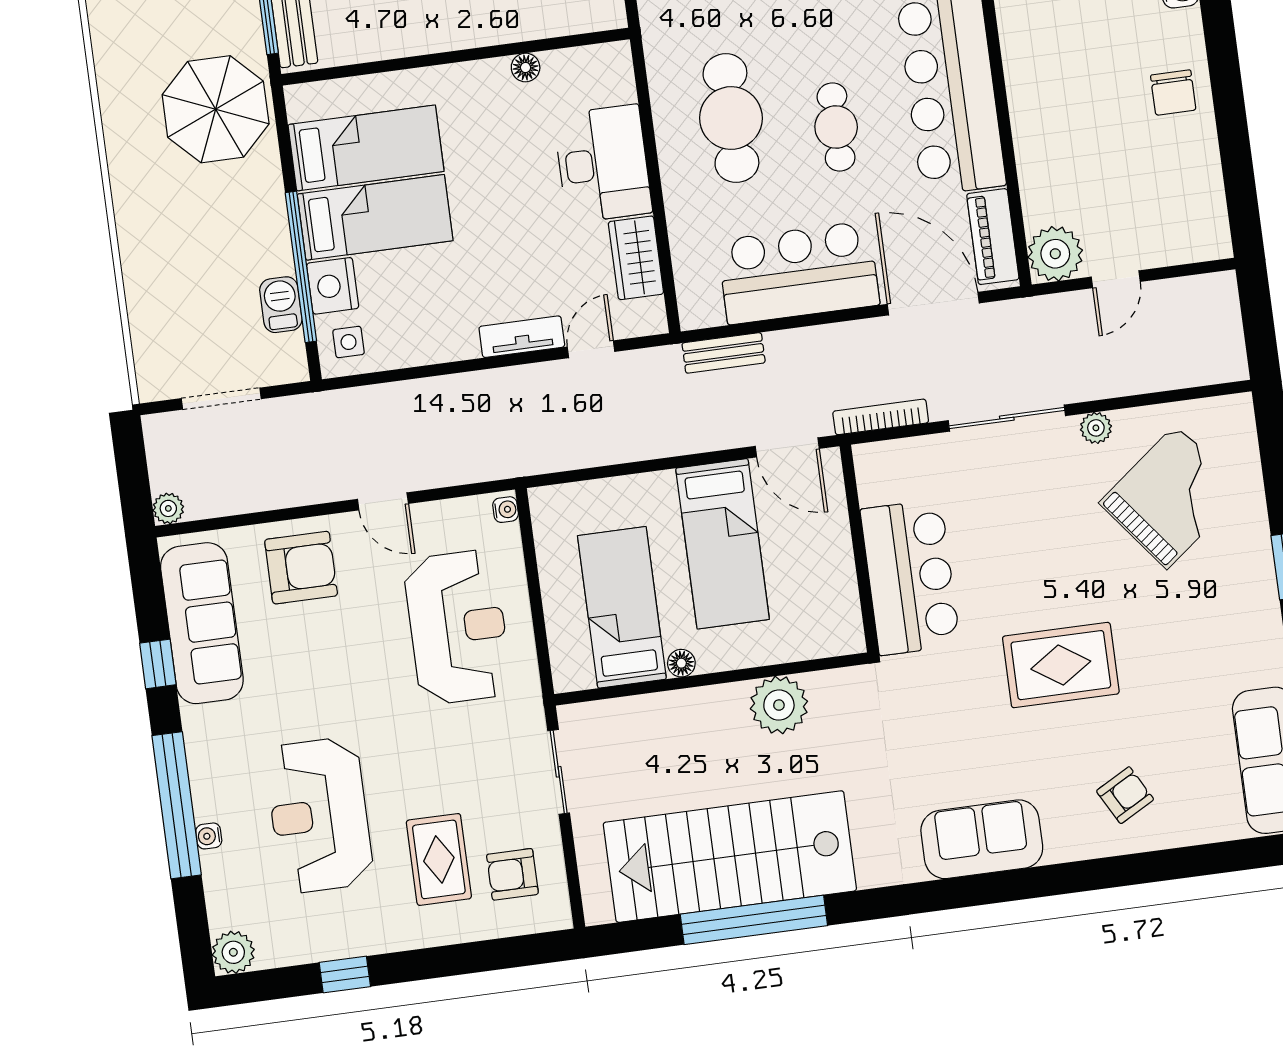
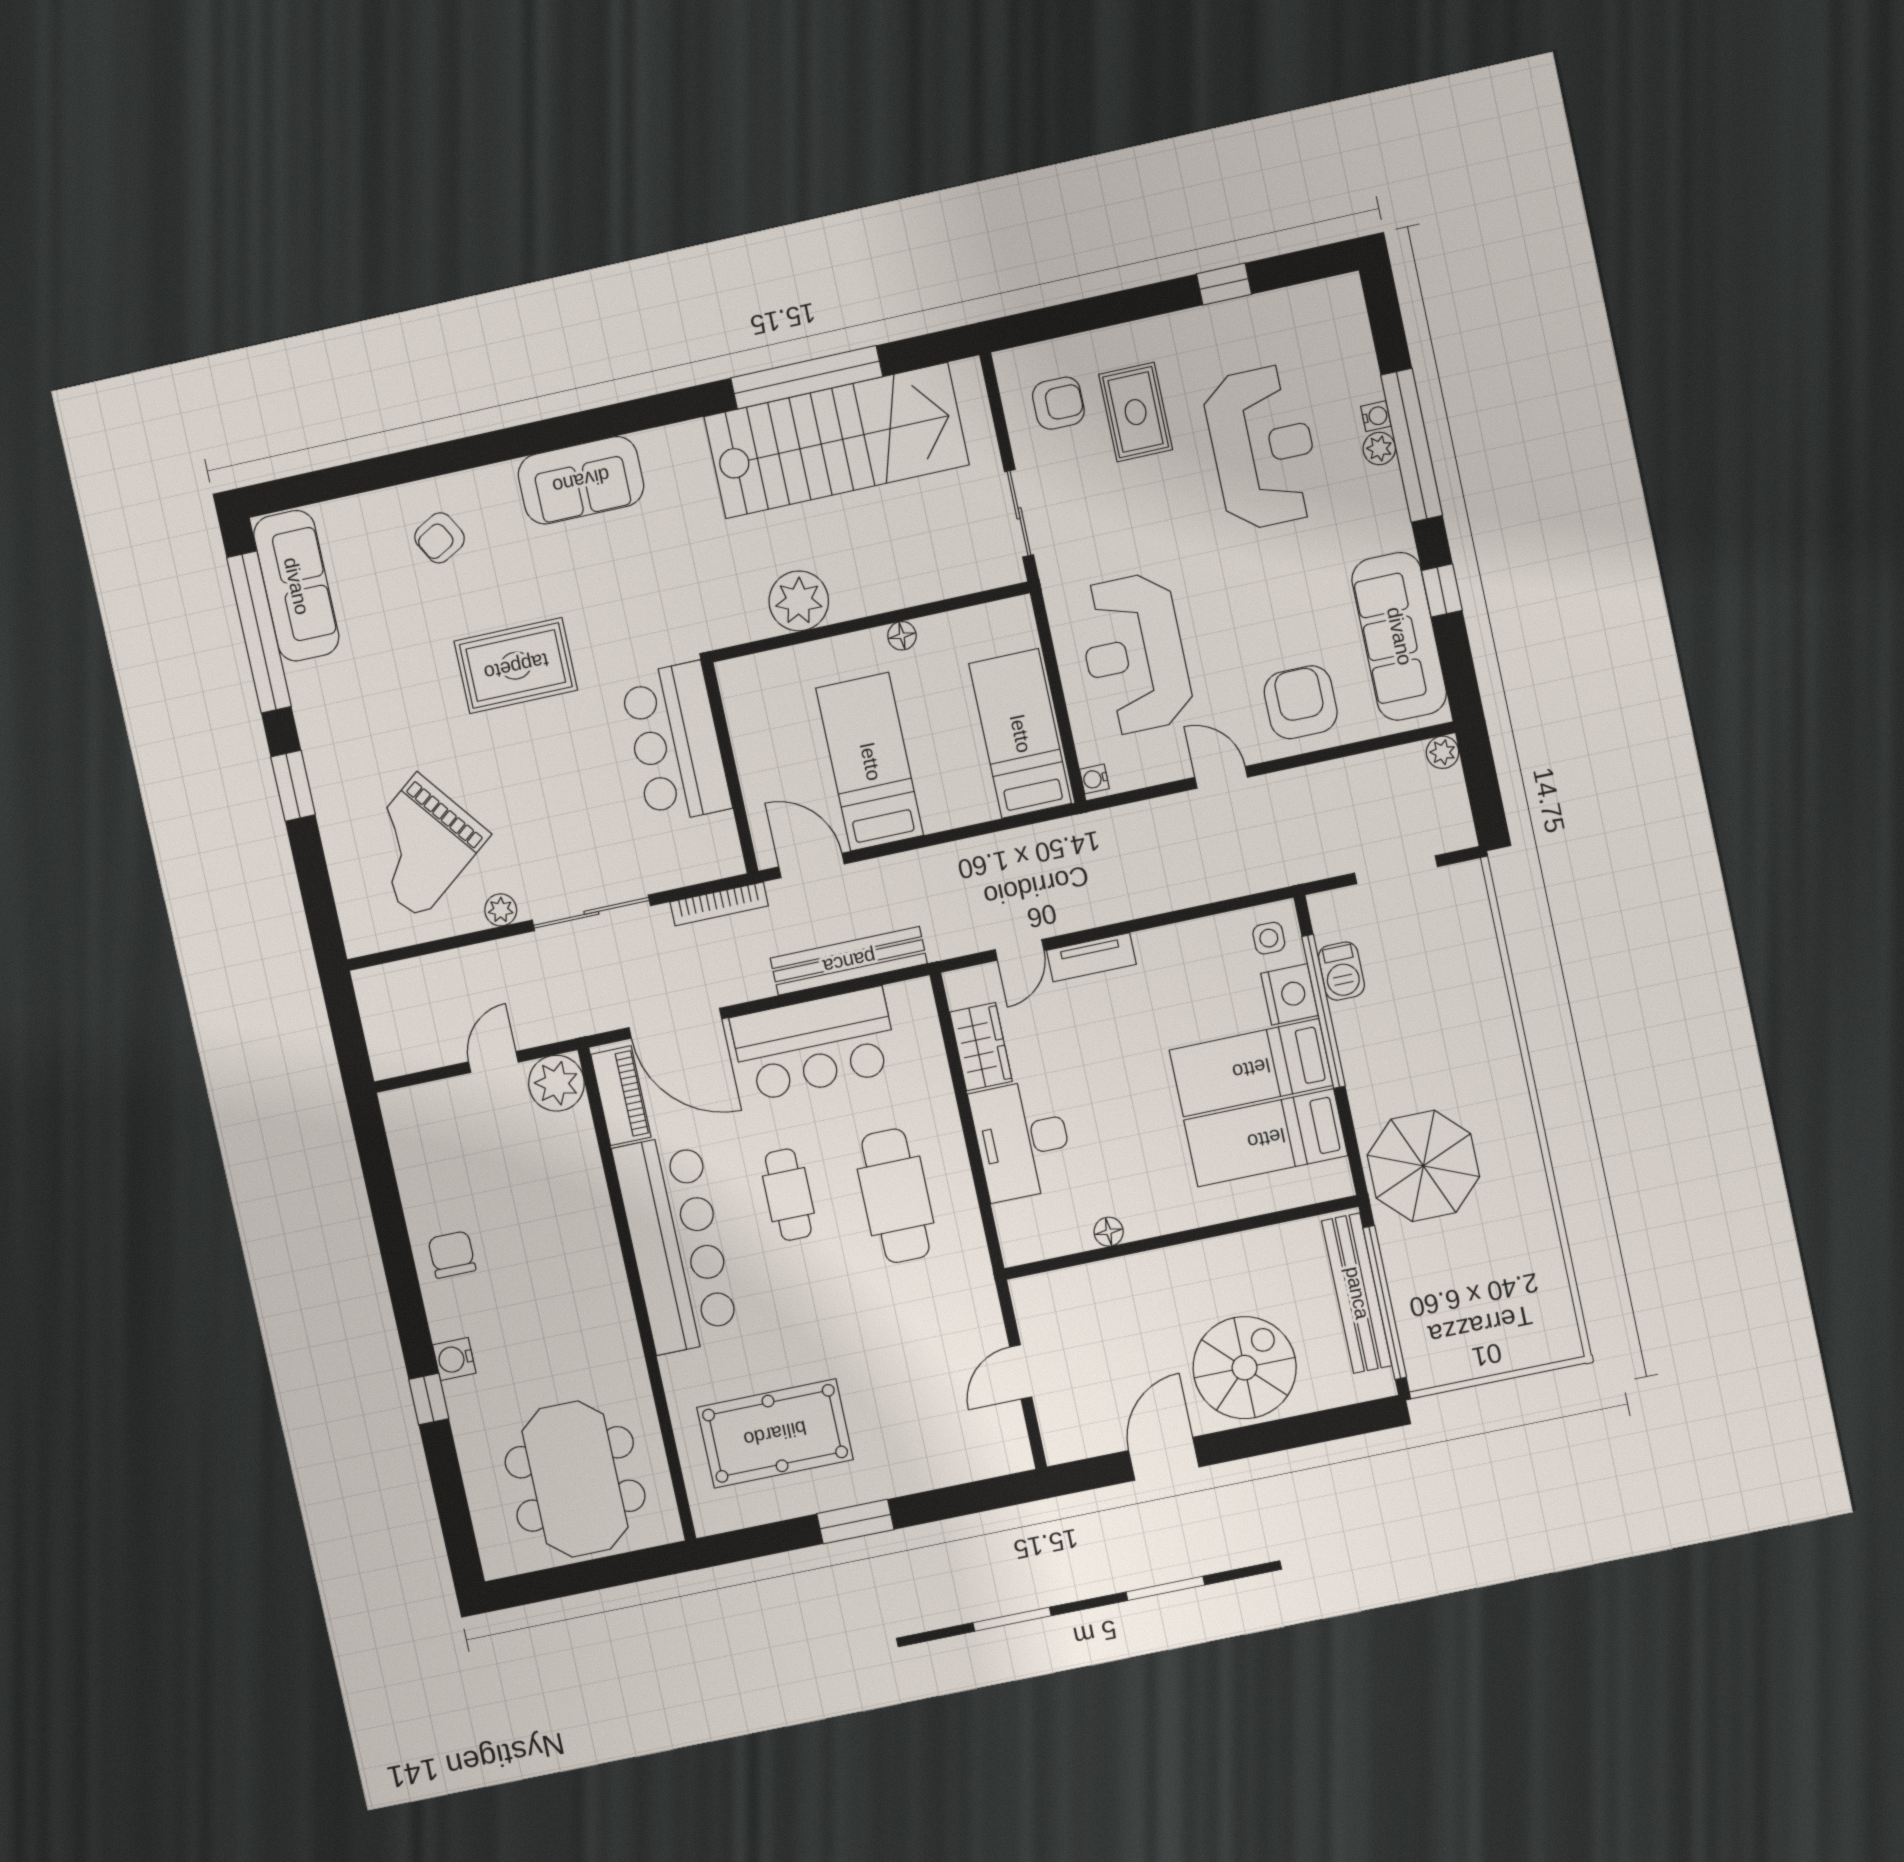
bench: (724, 353) -> (849, 961), width x1.86, depth x1.21
armchair: (301, 568) -> (1301, 702), turned 90
bed: (622, 607) -> (1020, 734), moved, turned 180
plant: (233, 952) -> (1379, 448), moved, width x0.73, depth x0.73

